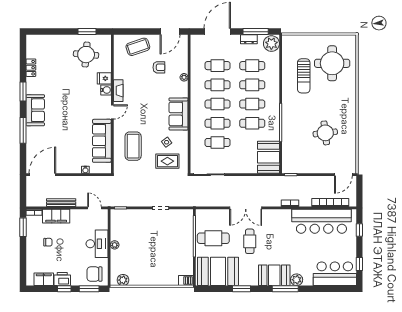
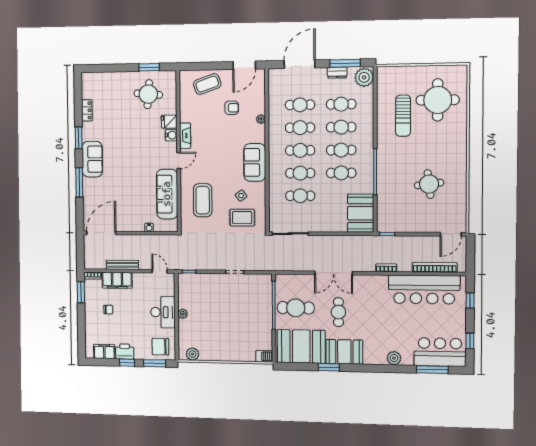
booth: (274, 275) -> (344, 352), moved
window: (285, 289) -> (432, 370), moved

